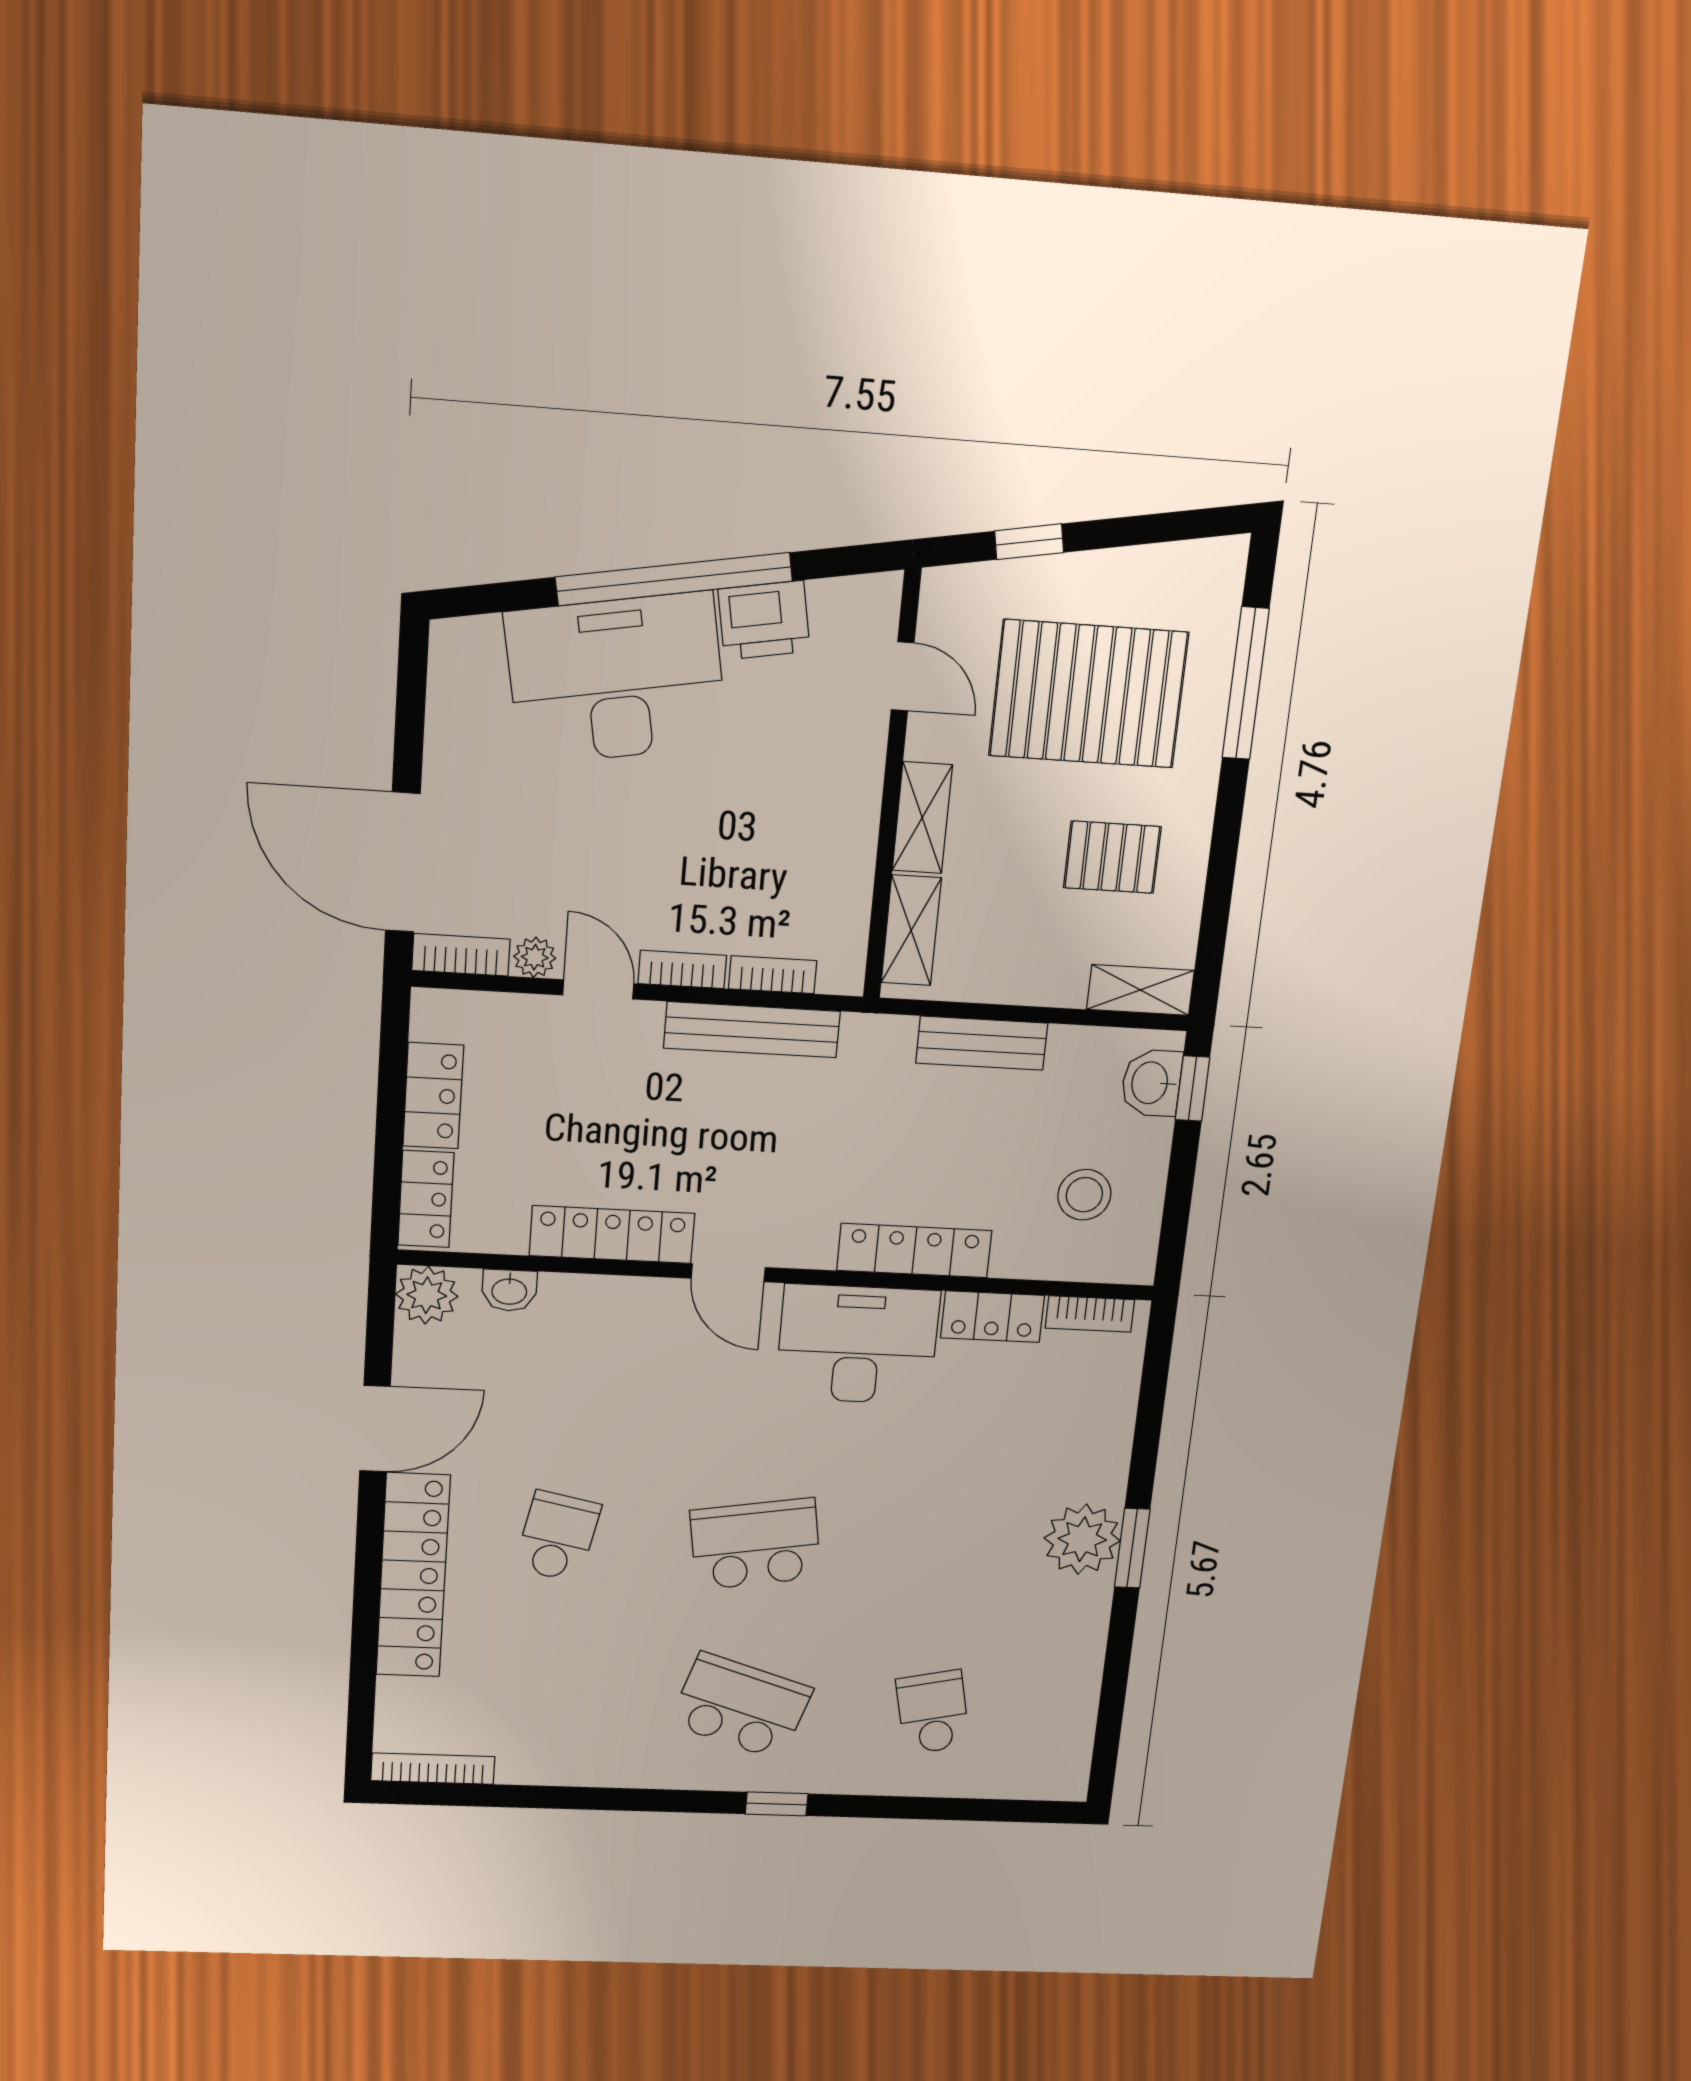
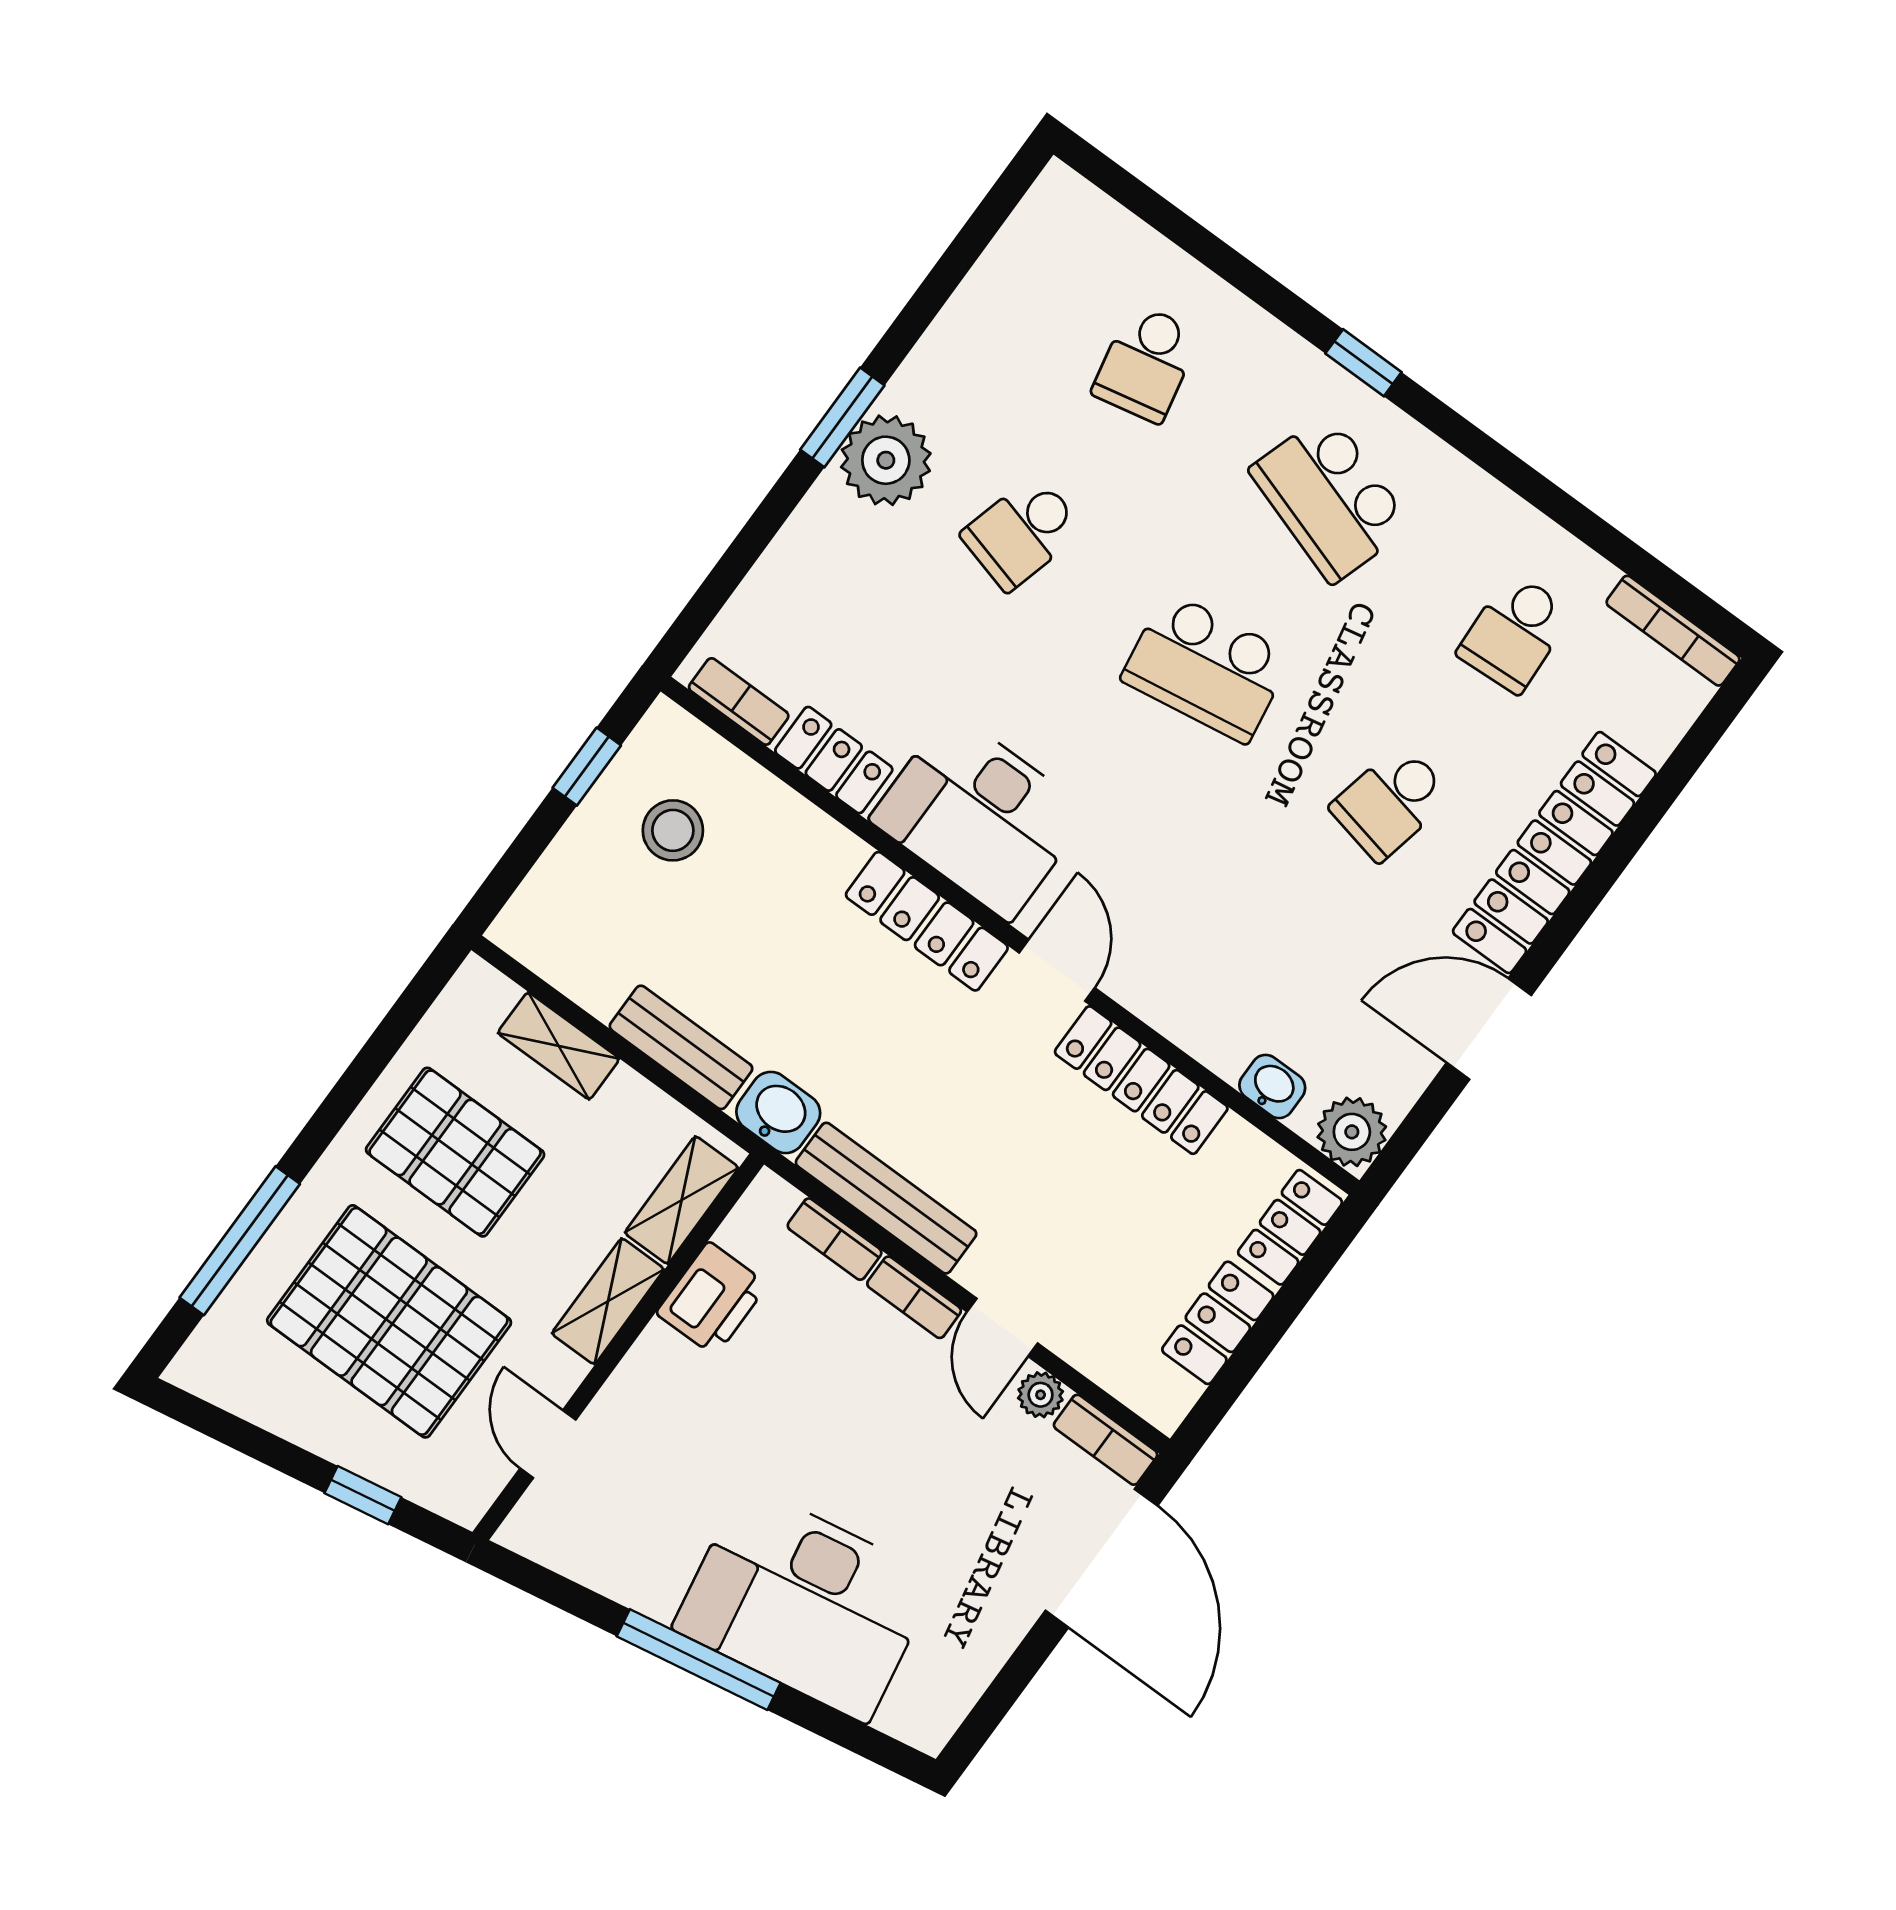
window: (674, 579) -> (699, 1660), width x0.68
printer: (764, 620) -> (712, 1299), moved, turned 100
pallet: (1112, 857) -> (455, 1152), width x1.50, depth x1.42
shelving: (1140, 990) -> (559, 1046), moved
washbasin: (1151, 1083) -> (778, 1112), moved, turned -90
window: (1192, 1089) -> (587, 767), moved
locker: (914, 1251) -> (927, 921), moved
school desk: (951, 1552) -> (1022, 533), added
school desk: (546, 1700) -> (1515, 633), added

